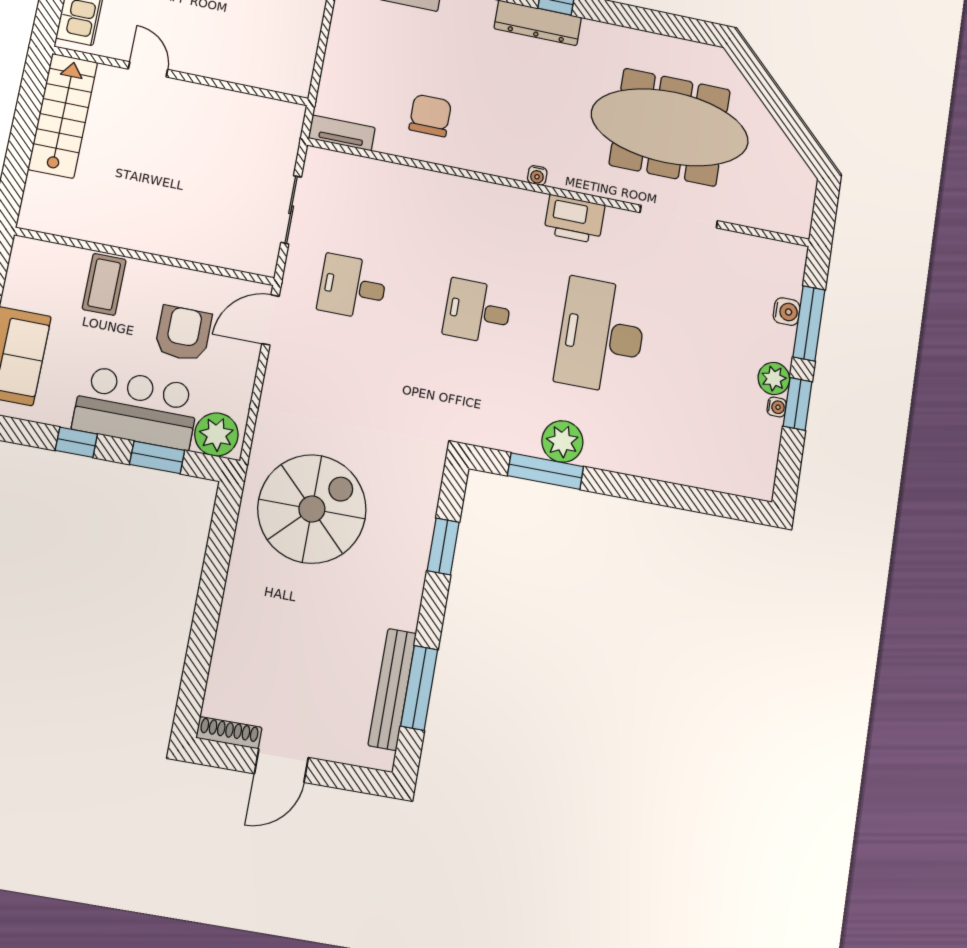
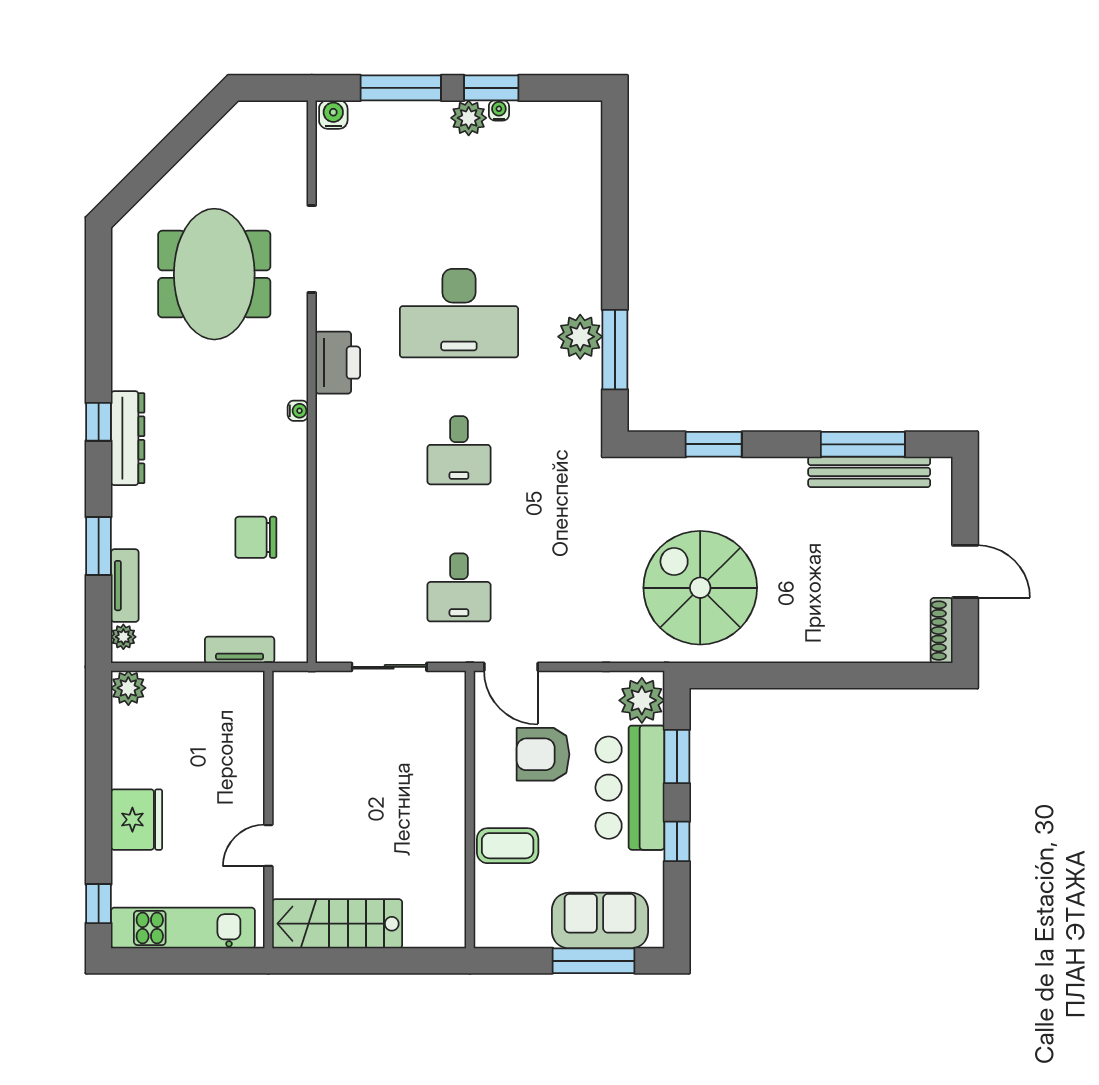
meeting table: (670, 127) -> (214, 274), width x0.73
tv unit: (342, 133) -> (240, 650), moved, turned 90
water cooler: (787, 312) -> (333, 115), moved

